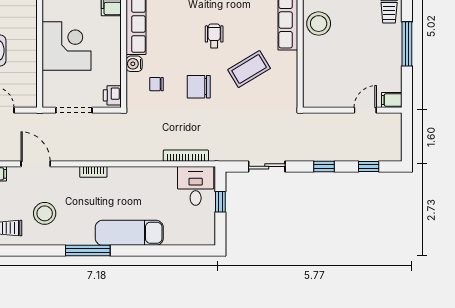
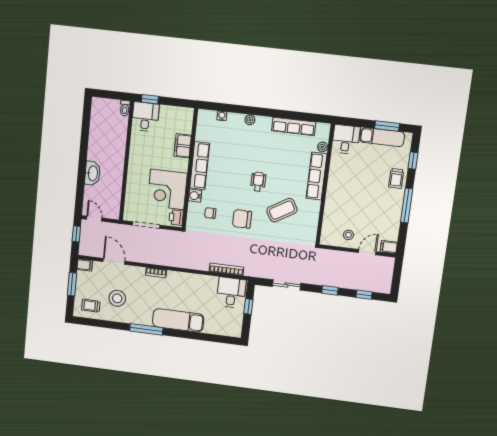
stool: (319, 24) -> (348, 235), moved, width x0.53, depth x0.53
corner desk: (67, 46) -> (167, 189), moved, turned 180

